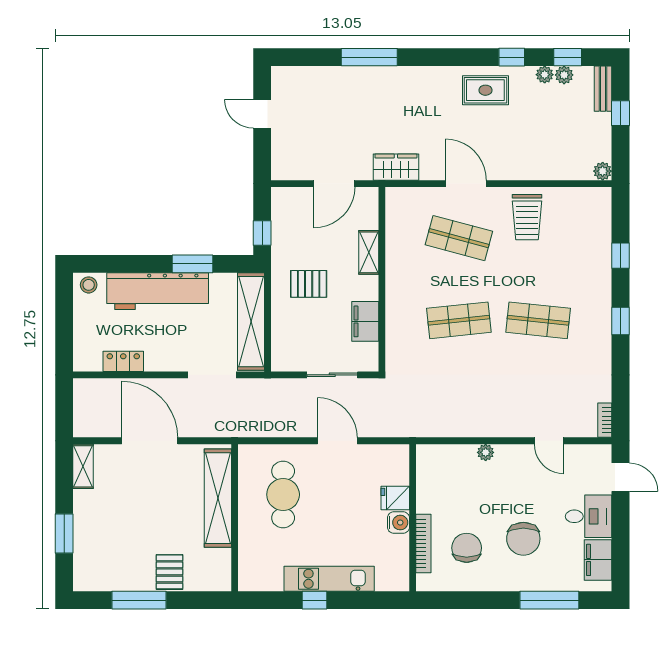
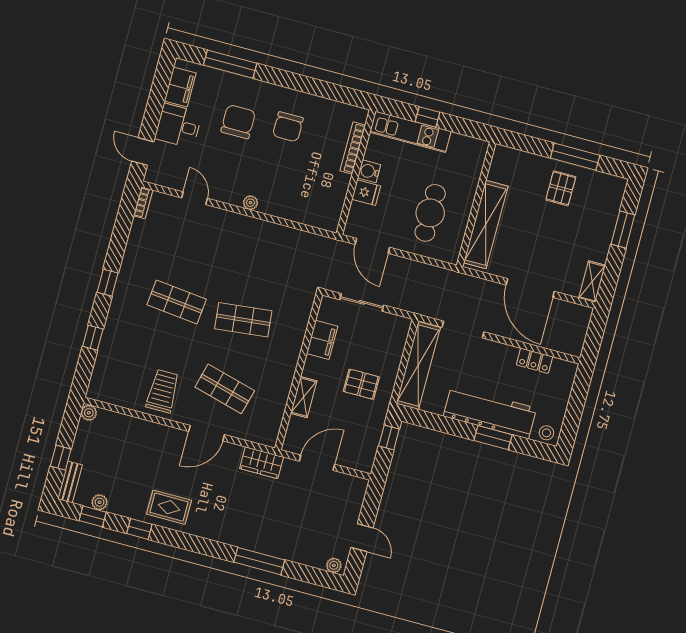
plant: (545, 75) -> (334, 565), moved
door: (466, 184) -> (207, 433), hinge flipped
window: (192, 264) -> (493, 438), moved
fridge: (395, 498) -> (366, 193), moved
wall: (413, 518) -> (356, 172), moved
water cooler: (398, 523) -> (369, 171), moved
bookcase: (423, 544) -> (353, 148), moved
pallet: (169, 572) -> (561, 188), moved

